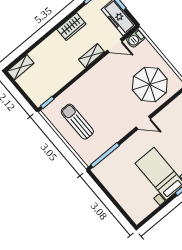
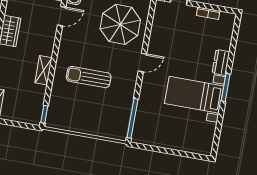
shelving: (91, 56) -> (43, 70), moved
sun lounger: (77, 122) -> (89, 77), moved

